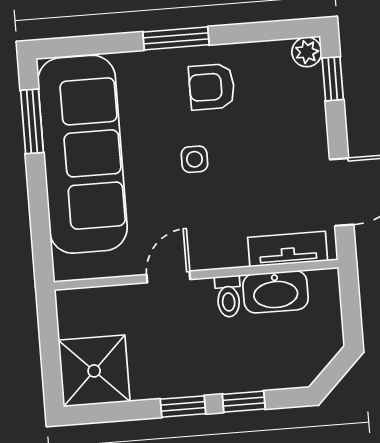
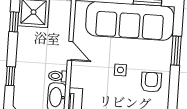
window: (176, 38) -> (176, 51), moved
window: (183, 406) -> (14, 22), moved

